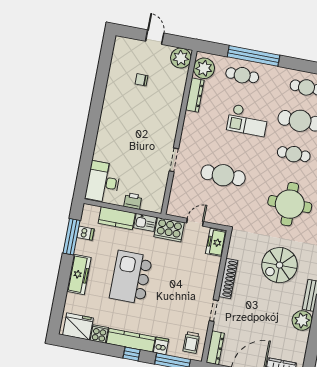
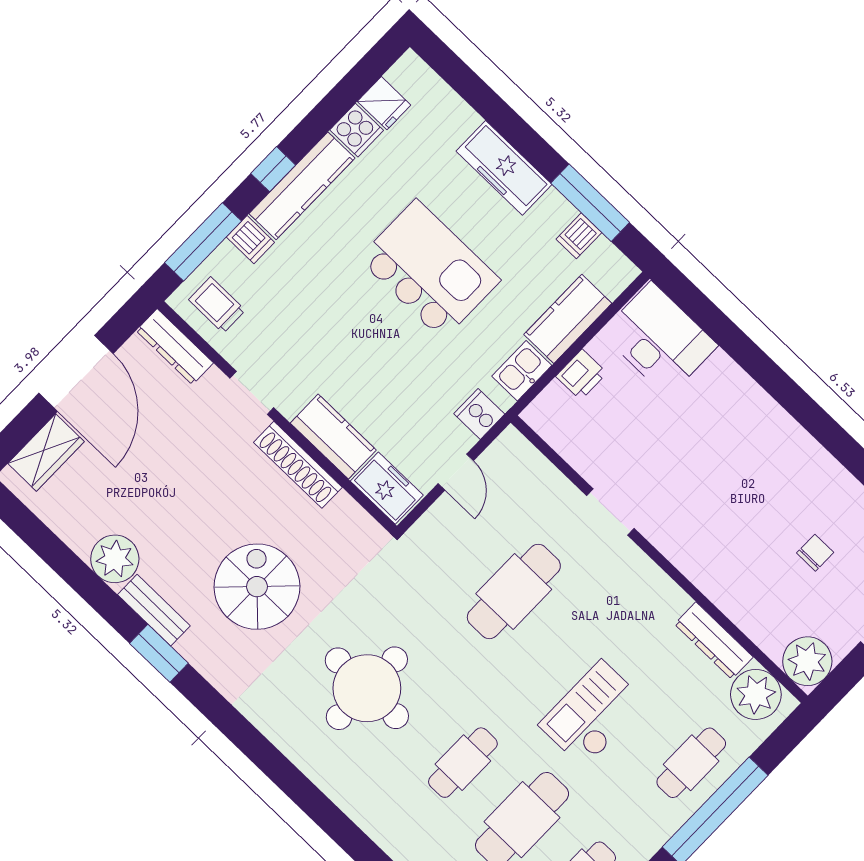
cooker: (169, 230) -> (479, 414), width x0.53, depth x0.76
kitchen counter: (210, 273) -> (333, 437), added
fridge: (78, 326) -> (384, 103), width x0.53, depth x0.75

